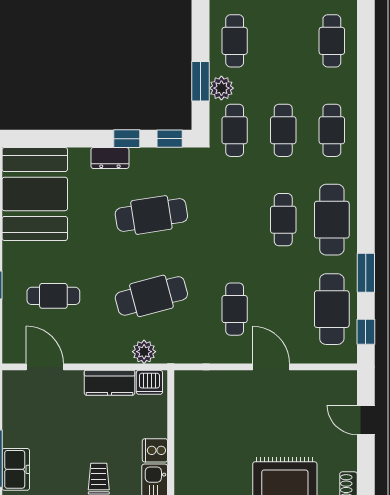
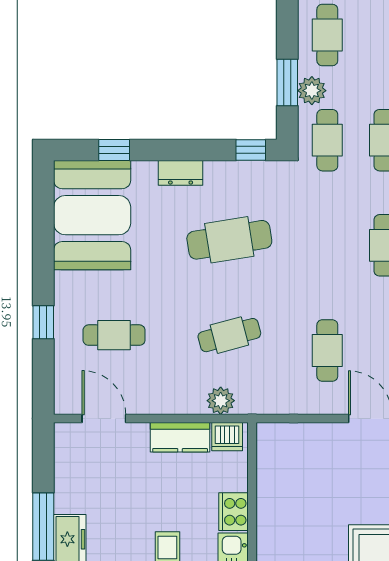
window: (127, 139) -> (114, 150), moved
cafe table: (151, 296) -> (229, 335), width x0.73, depth x0.74
cooker: (155, 450) -> (234, 512), width x1.36

